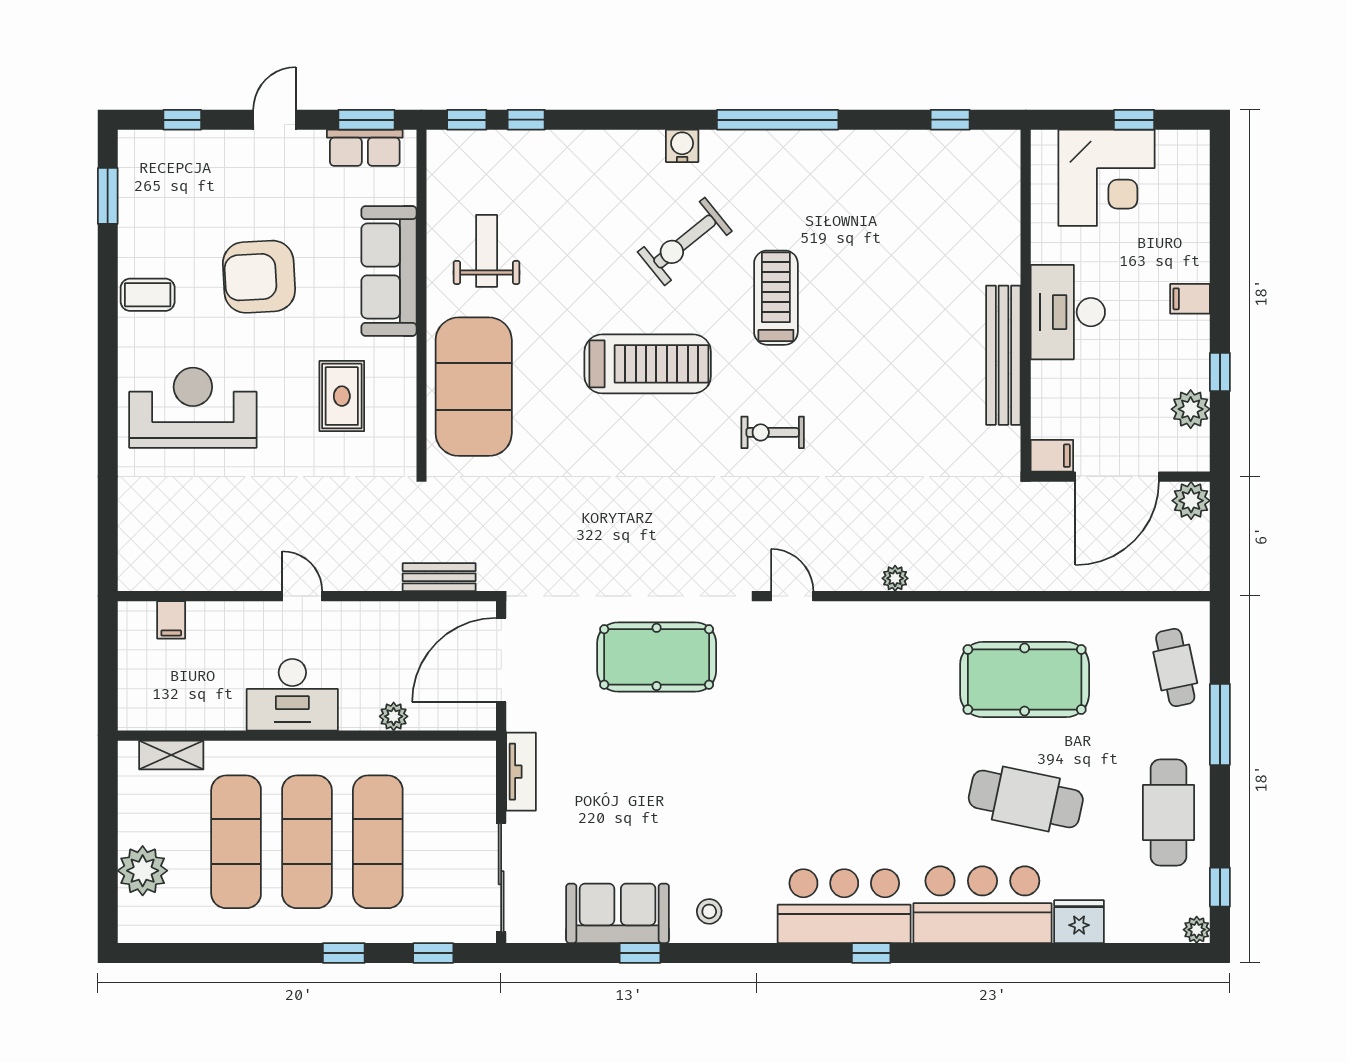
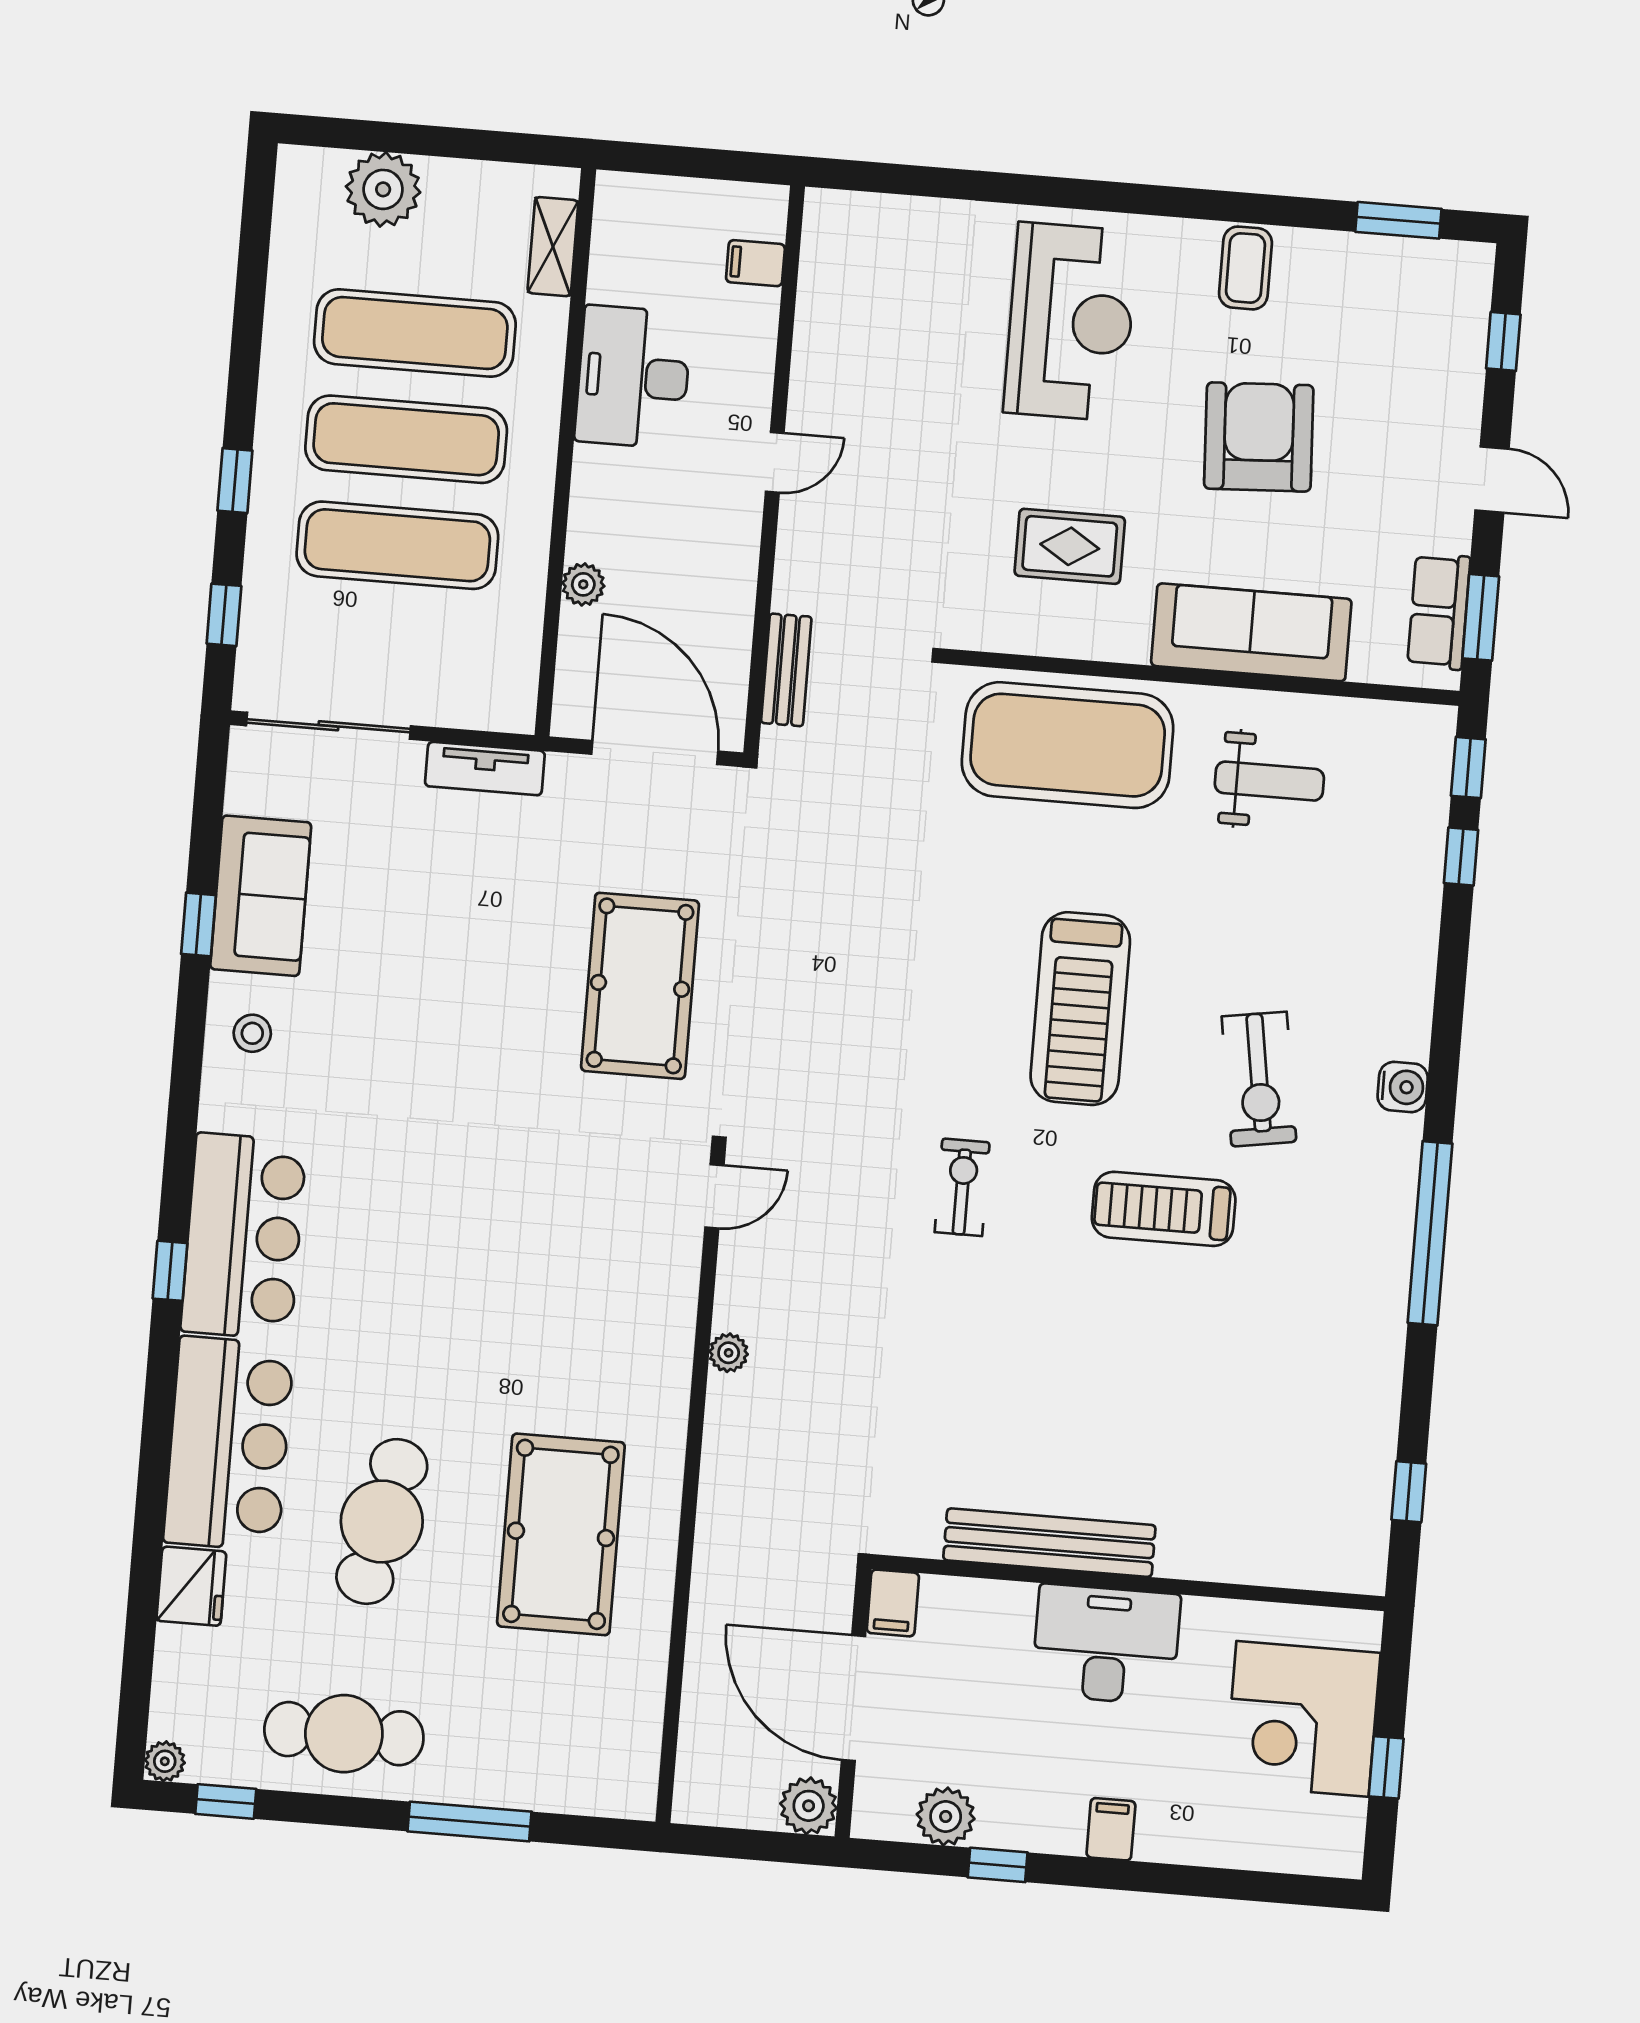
exercise bike: (685, 242) -> (1259, 1079), turned -150
treadmill: (776, 298) -> (1164, 1209), turned 180
cafe table: (1175, 668) -> (560, 1762), removed
desk: (292, 695) -> (633, 377), moved

